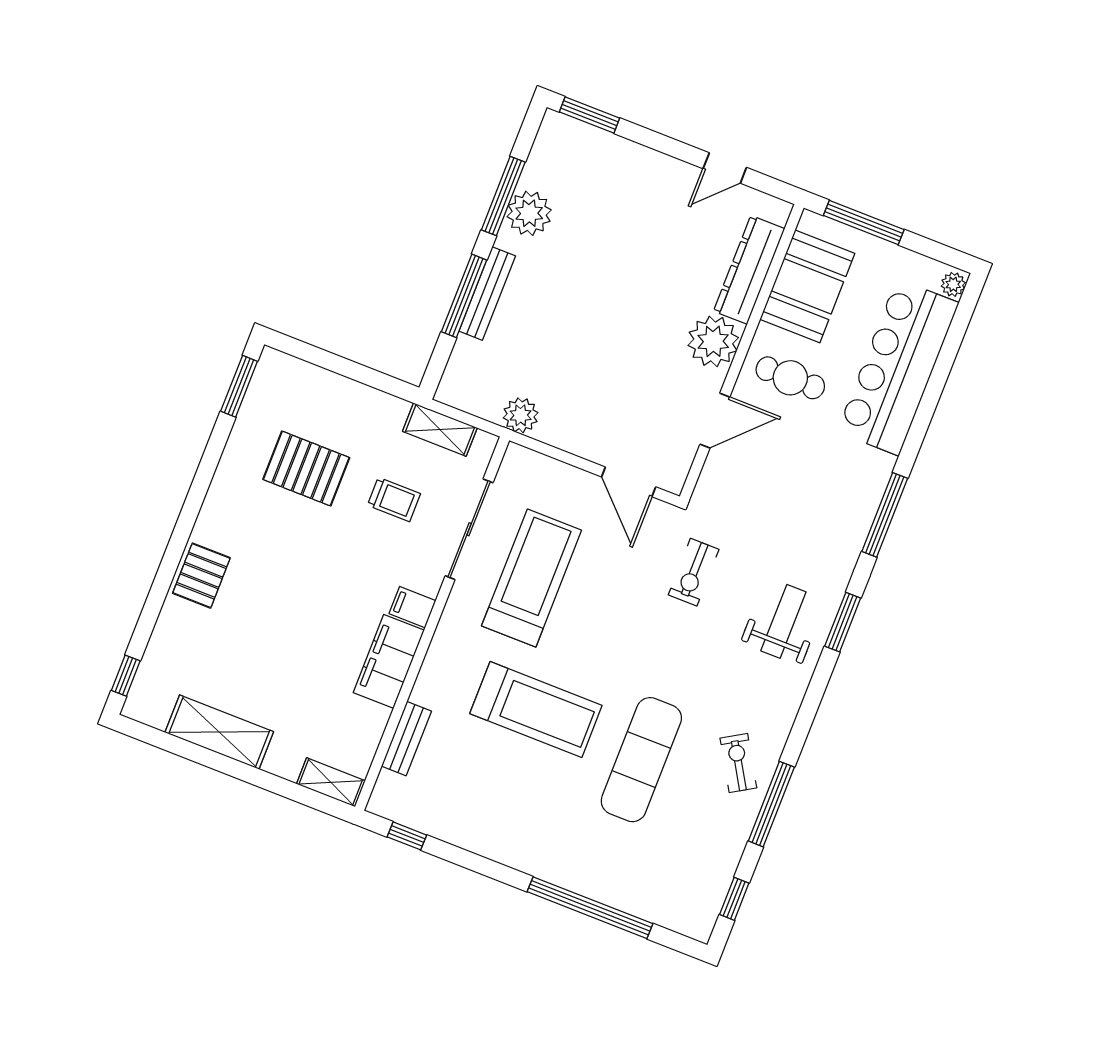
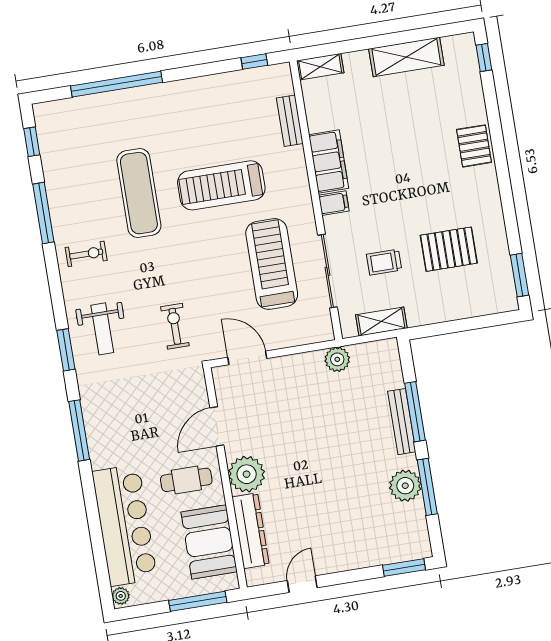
treadmill: (532, 578) -> (272, 264), turned 180
exercise bike: (738, 763) -> (86, 254), moved, turned -59

